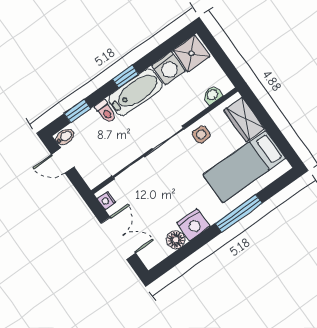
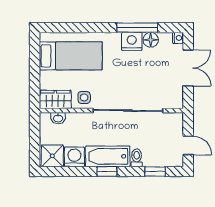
wardrobe: (244, 119) -> (55, 99), moved, turned -90
bidet: (65, 137) -> (176, 160), removed
nightstand: (106, 200) -> (178, 38), moved
window: (239, 213) -> (137, 28), moved
double door: (118, 238) -> (188, 68), swing flipped

